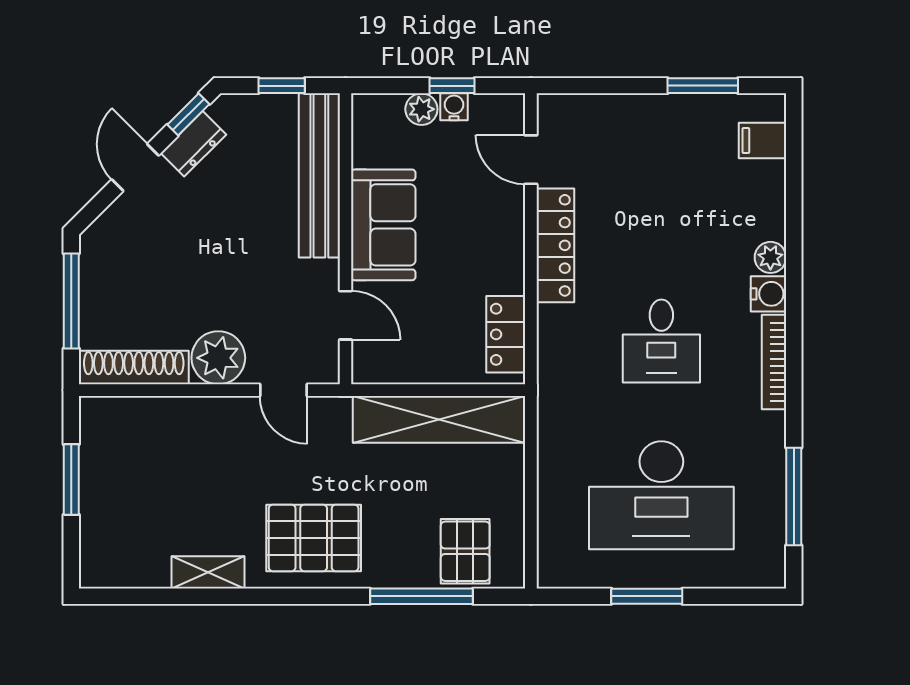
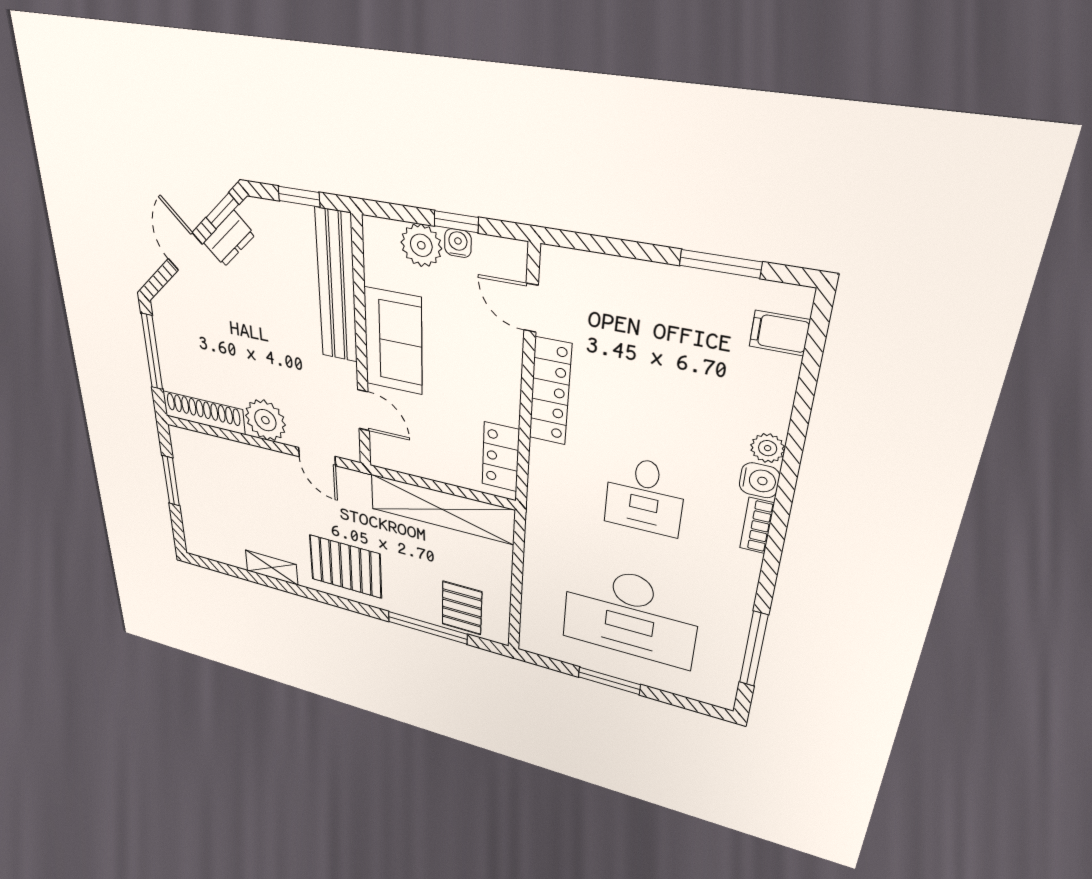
plant: (421, 109) -> (421, 245), width x1.38, depth x1.38
bookcase: (774, 362) -> (757, 526), width x0.64

